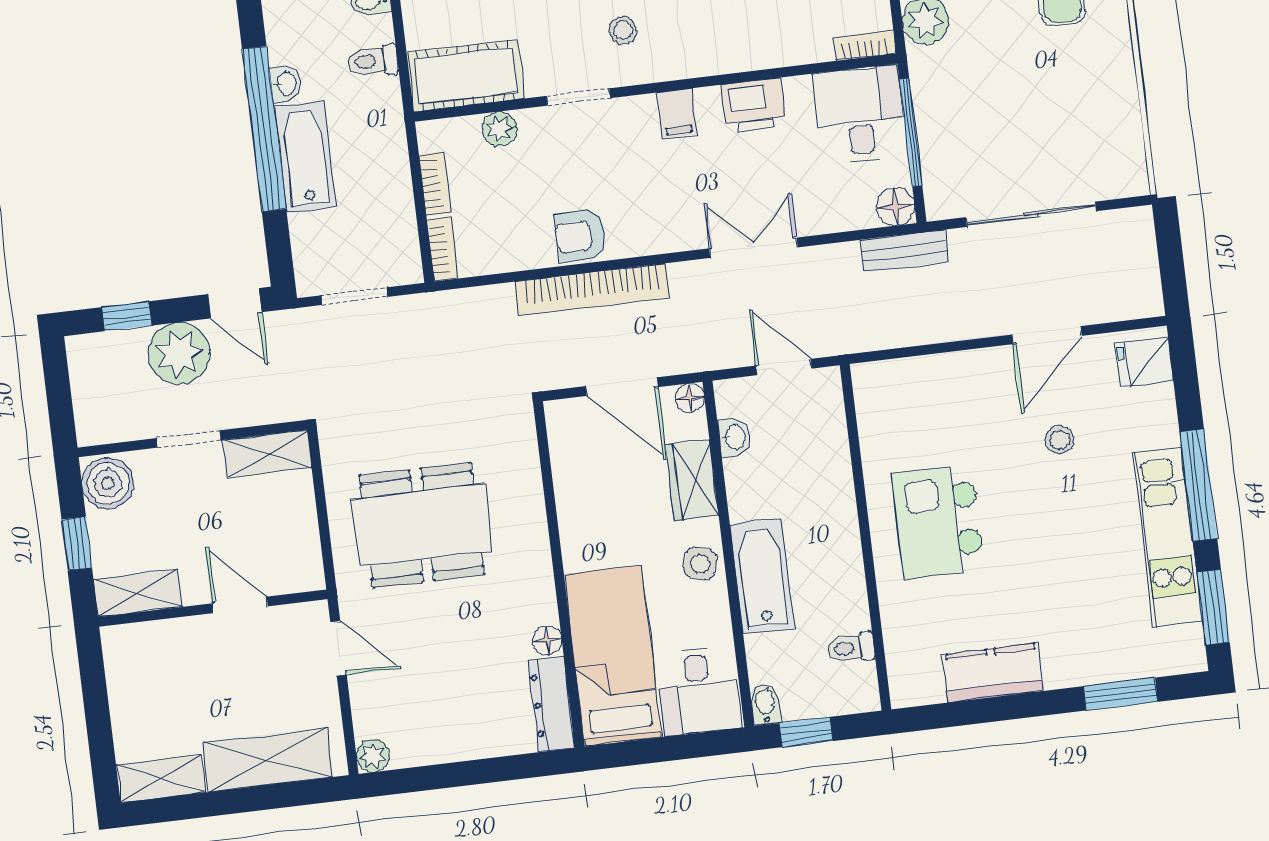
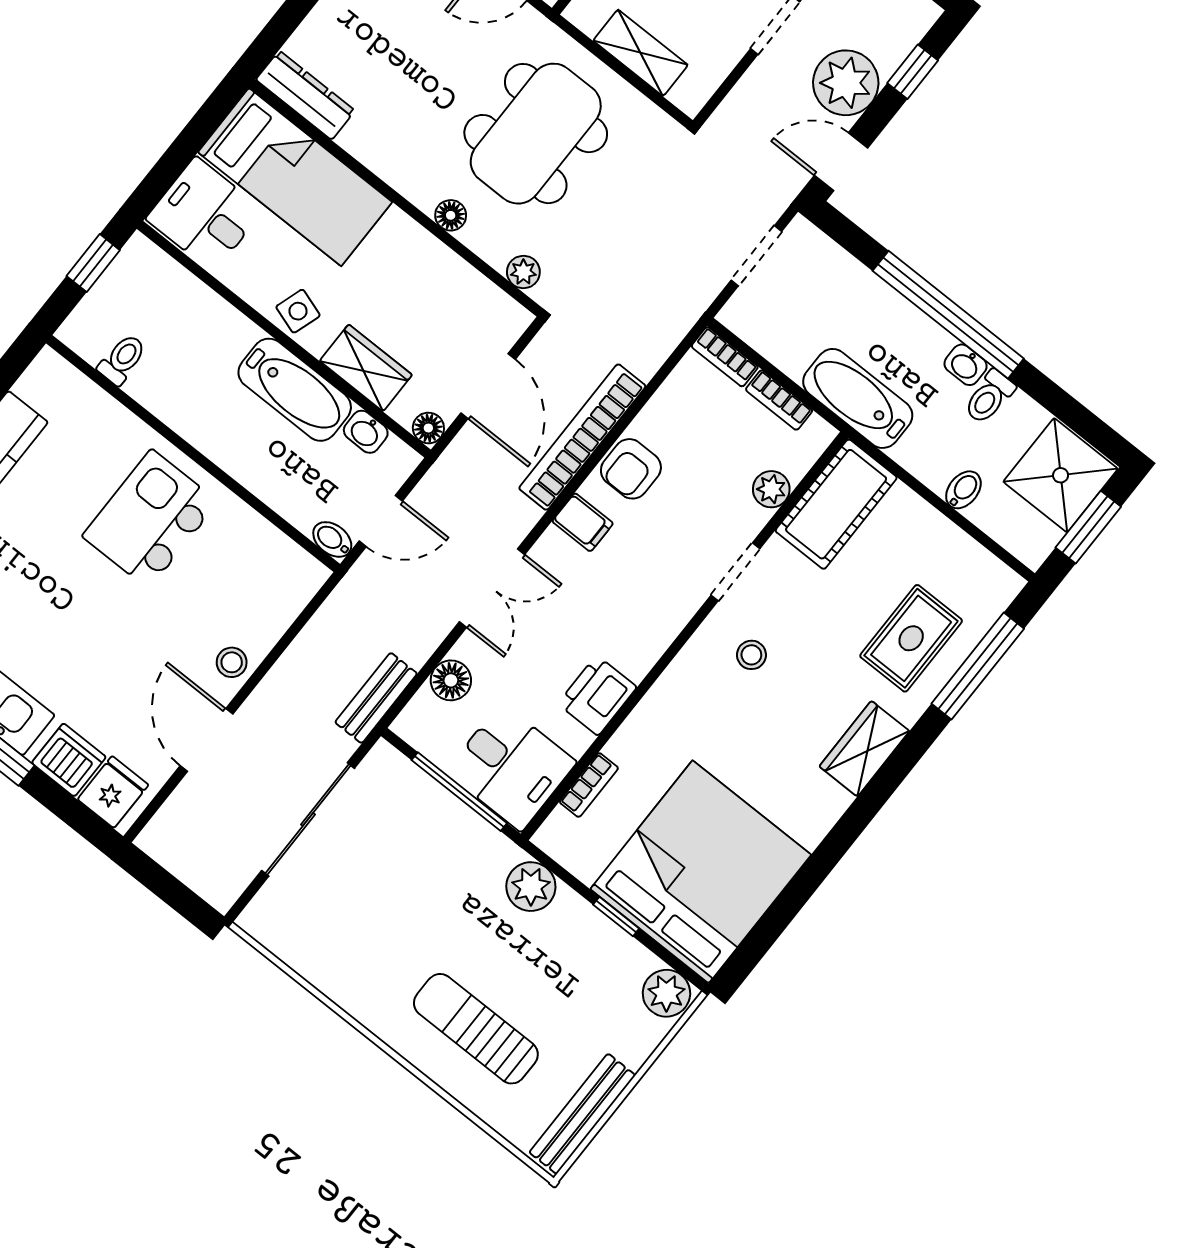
bookcase: (865, 45) -> (589, 785), moved
toilet: (373, 61) -> (989, 397), moved, turned 180
filing cabinet: (677, 114) -> (583, 522), moved, turned 180
bathtub: (305, 157) -> (858, 398), moved, turned 180
floor lamp: (896, 207) -> (451, 680), moved
armchair: (580, 236) -> (631, 469), turned 180
door: (622, 387) -> (488, 386), swing flipped
dishwasher: (1153, 413) -> (69, 760), added
plant: (522, 440) -> (523, 272), added
stool: (1060, 440) -> (232, 662), moved
shelving: (267, 454) -> (640, 53), moved, turned 90
kitchen island: (938, 522) -> (150, 519), turned -90
bathtub: (762, 576) -> (295, 390), moved
floor lamp: (547, 640) -> (451, 215), moved
bidet: (765, 704) -> (332, 539), moved, turned 180

